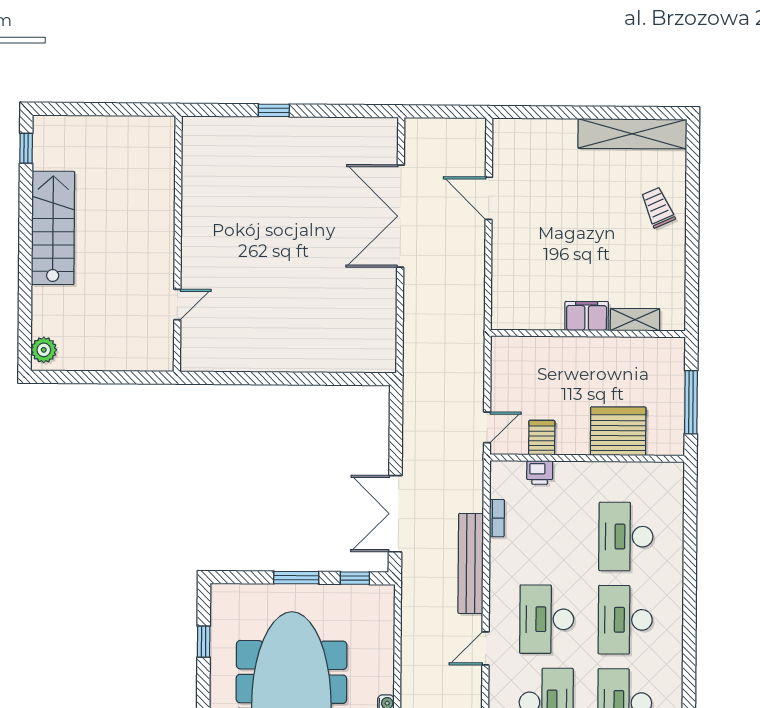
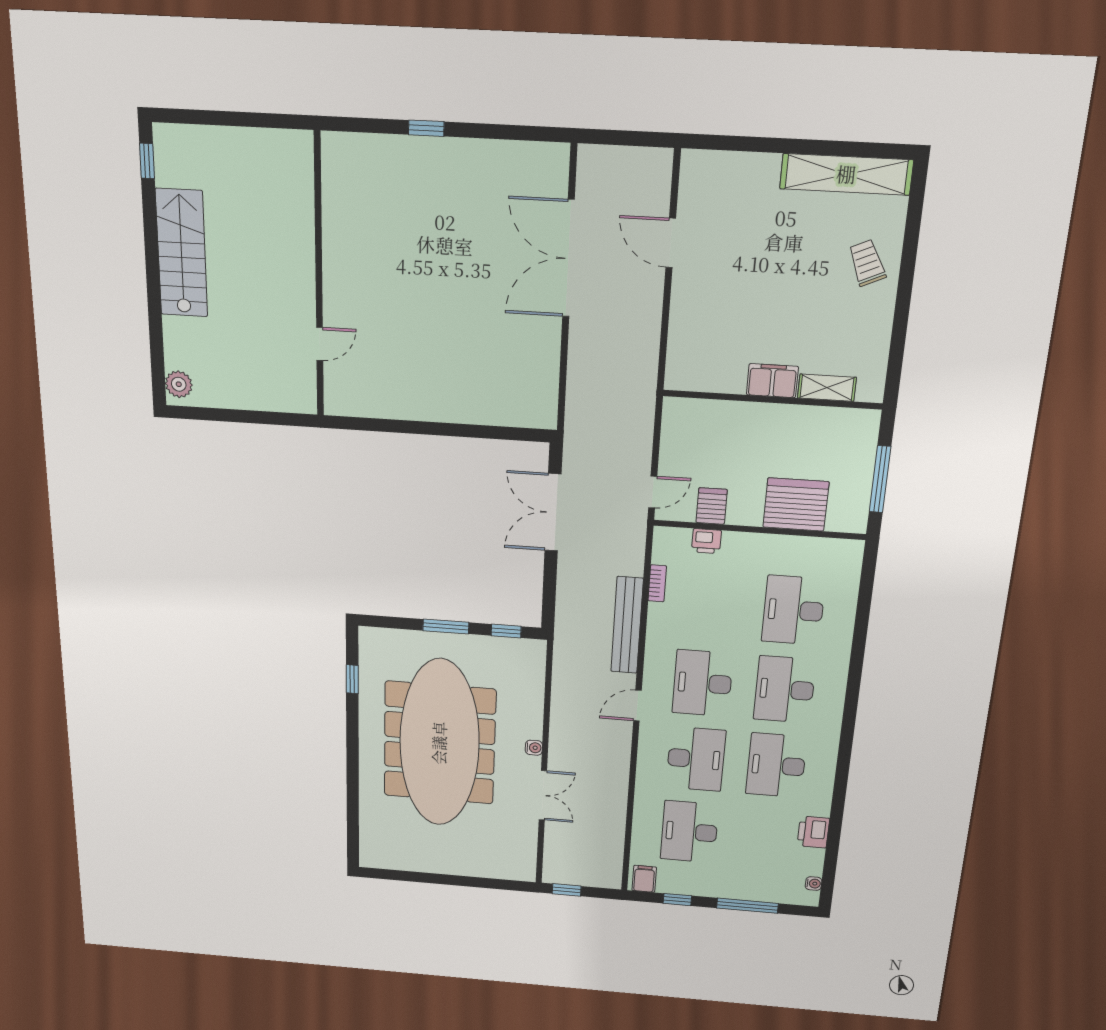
double door: (395, 514) -> (553, 512), moved

